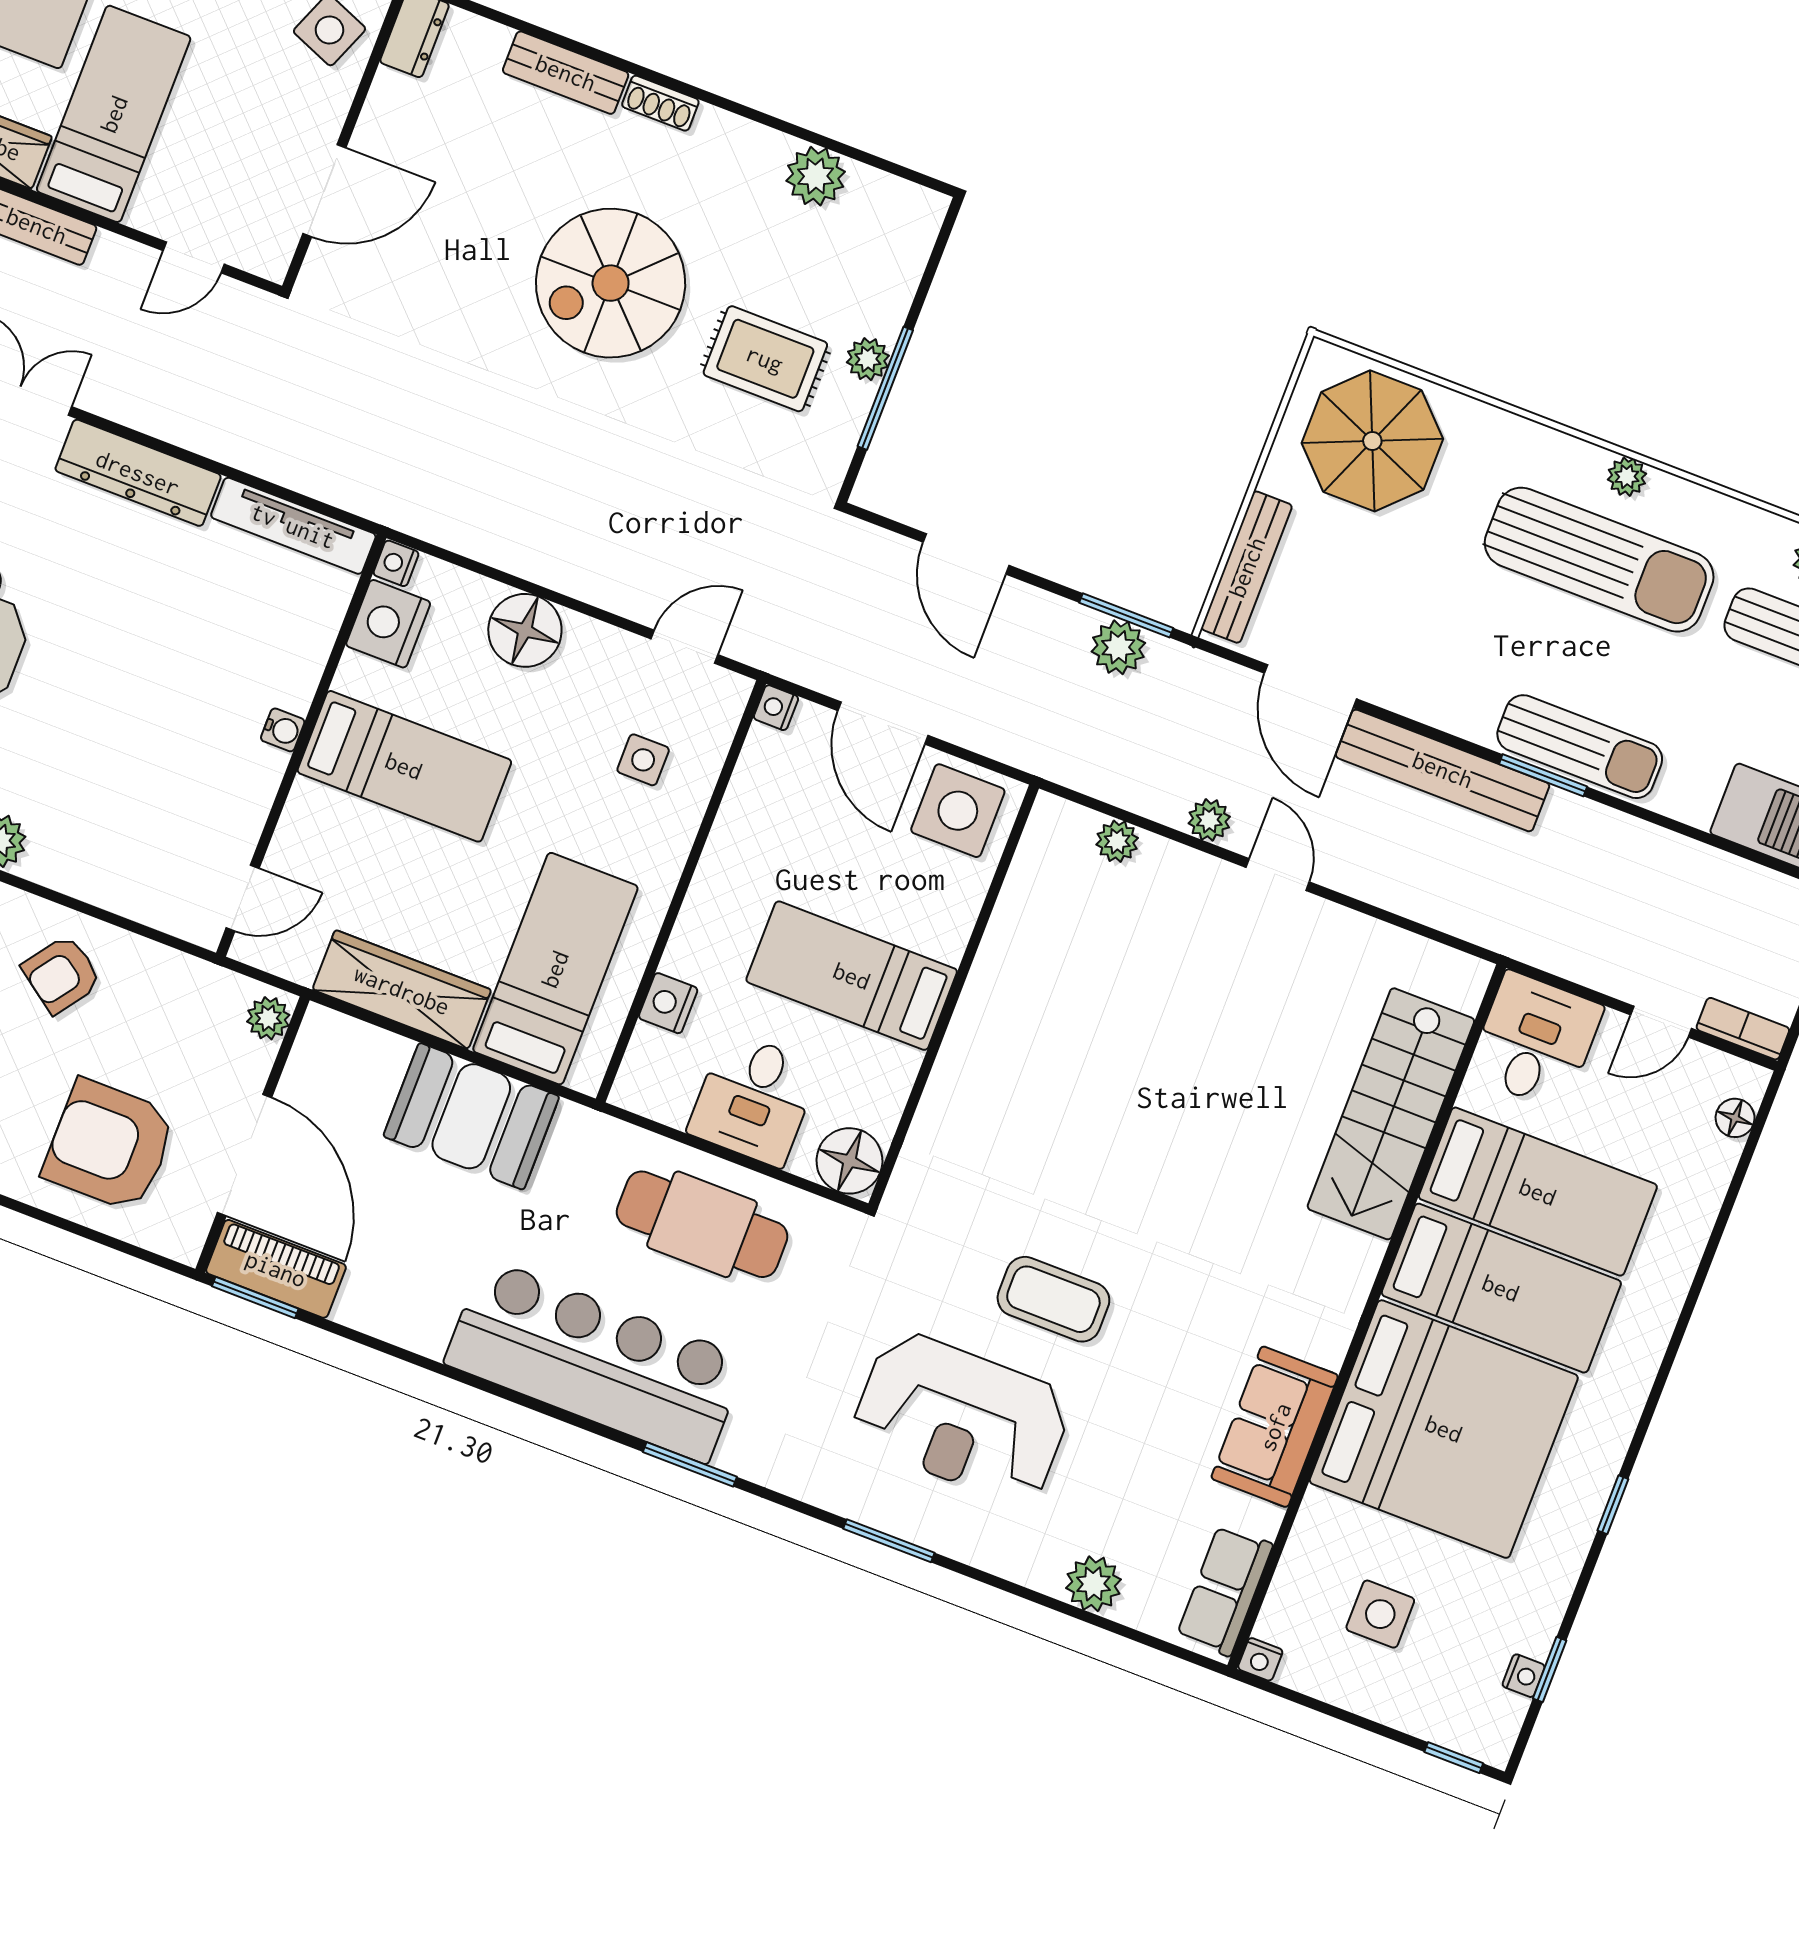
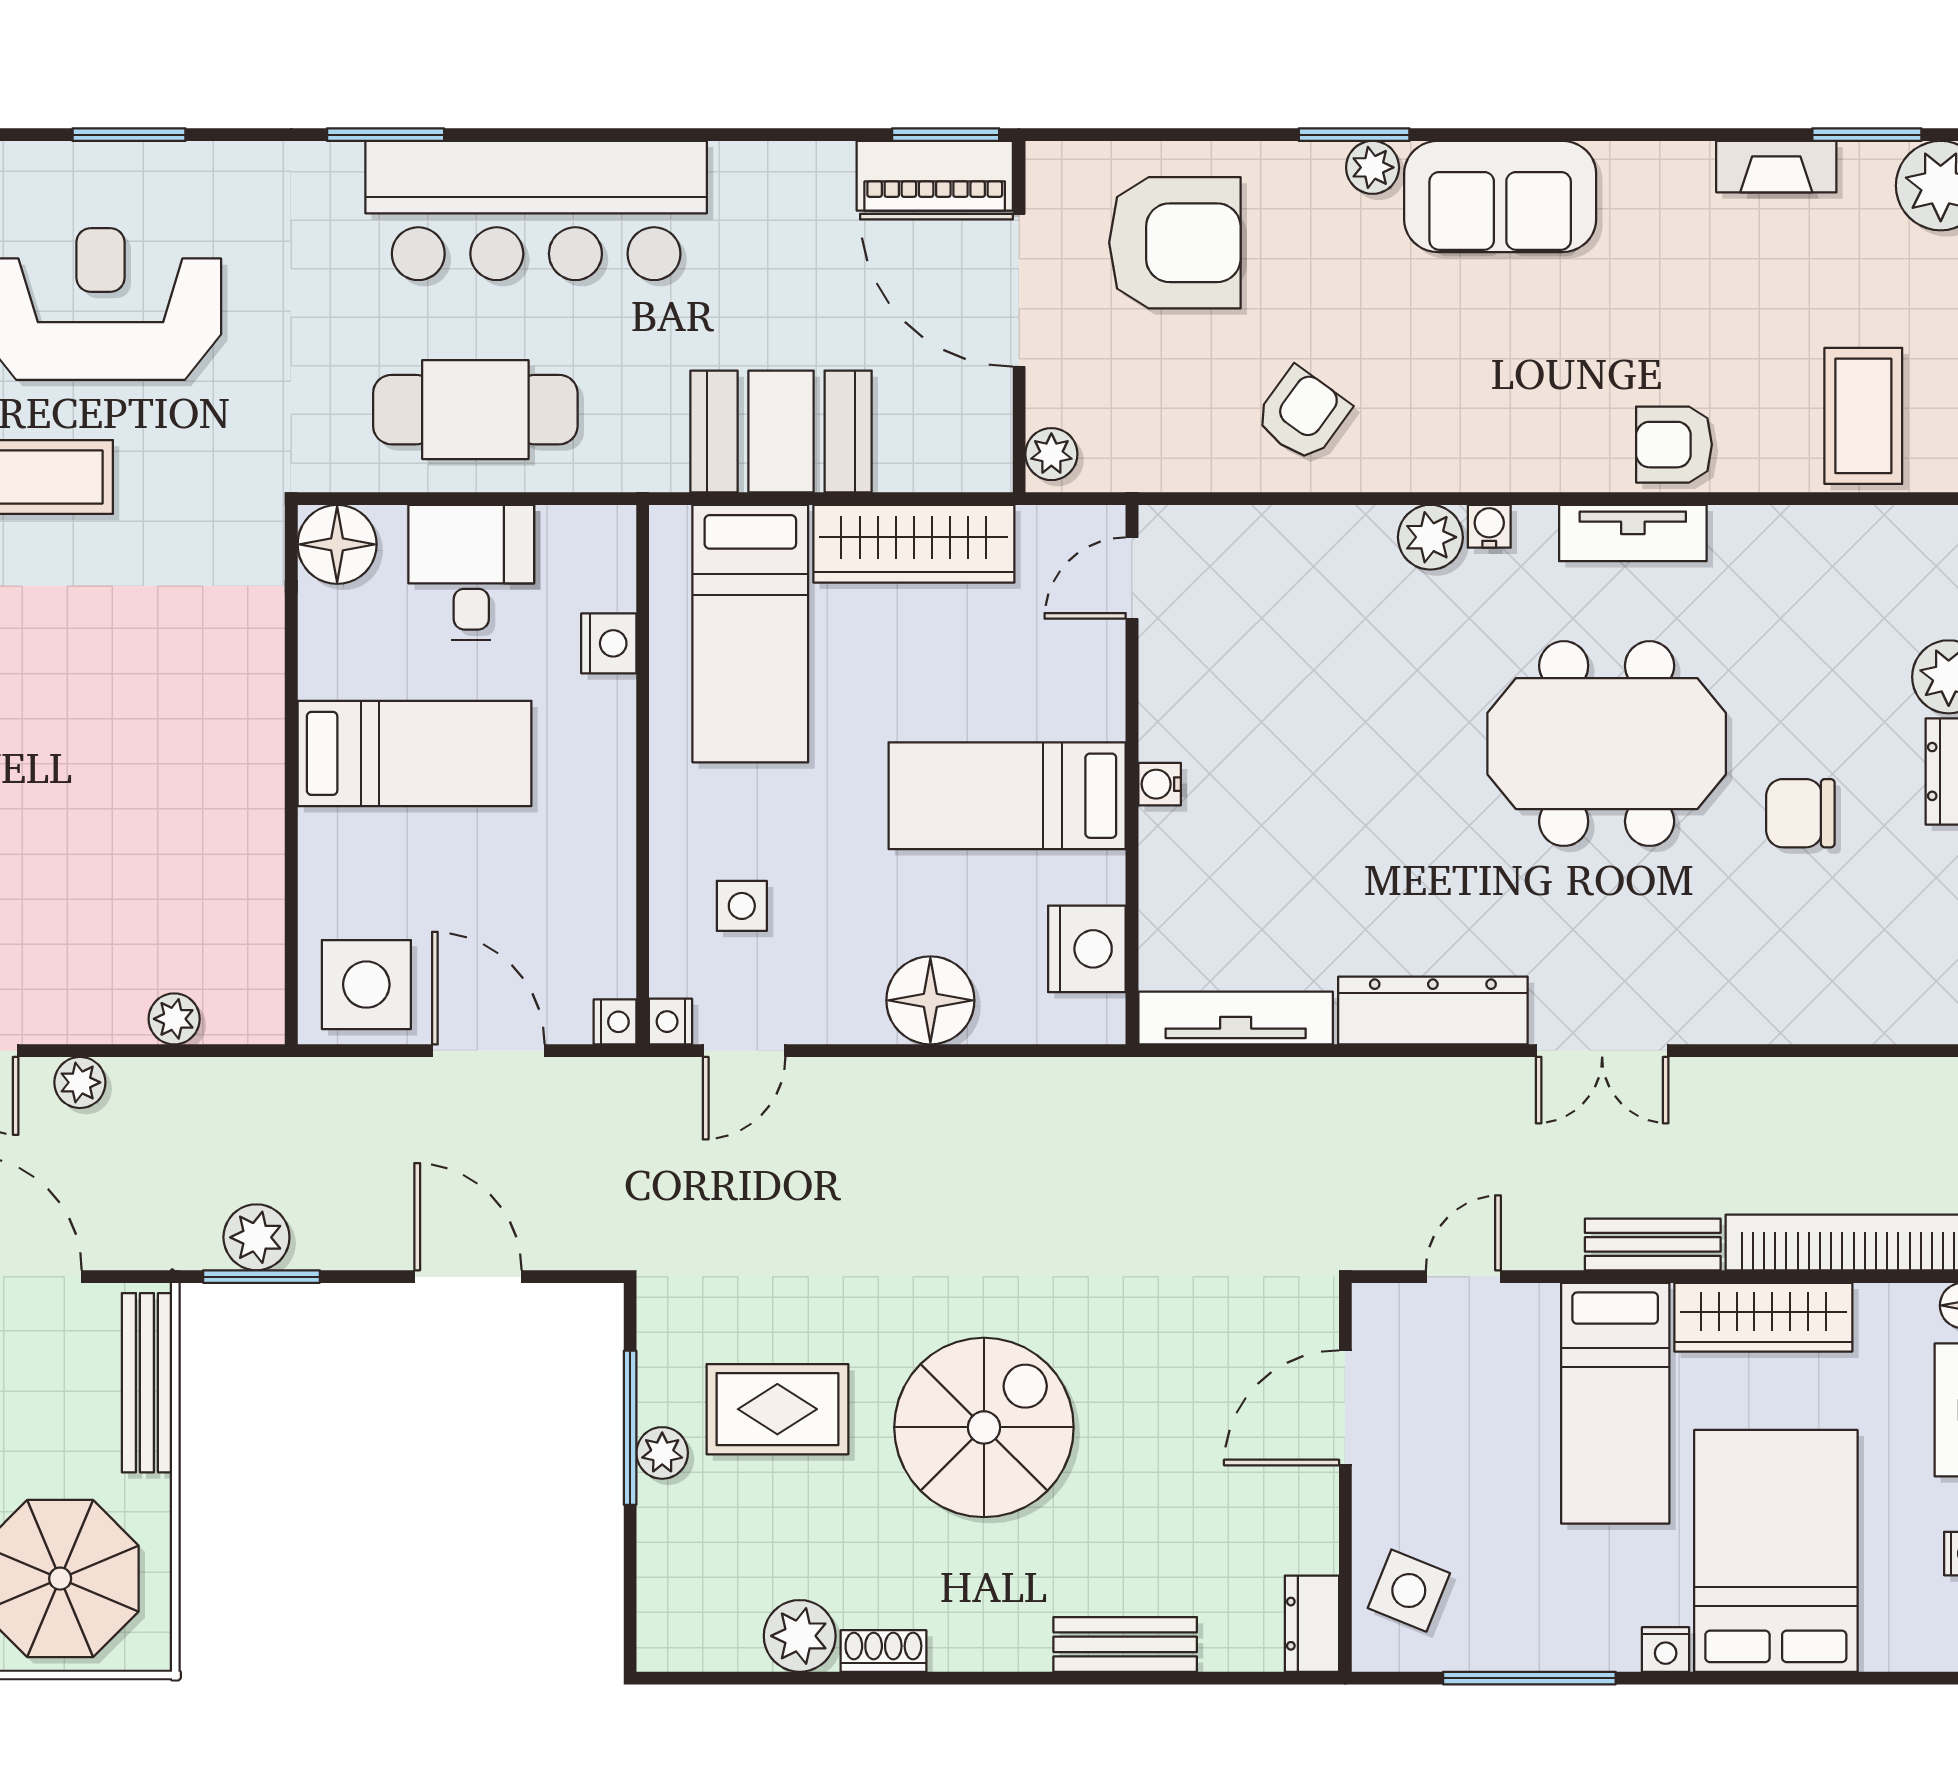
shoe rack: (660, 103) -> (883, 1651), moved
nightstand: (396, 563) -> (670, 1022), moved, turned 180

